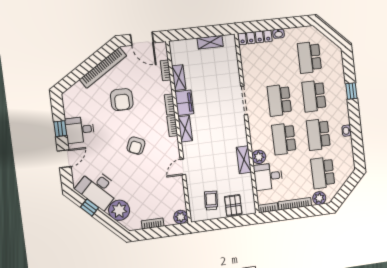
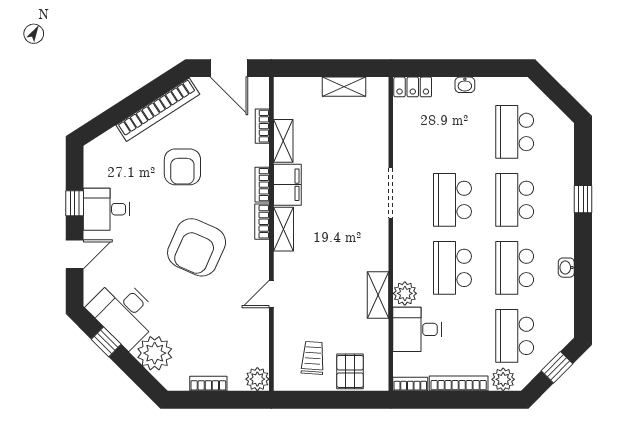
locker: (255, 37) -> (413, 87), width x0.66
armchair: (136, 146) -> (197, 247), width x1.88, depth x1.88
window: (348, 187) -> (557, 367), added

